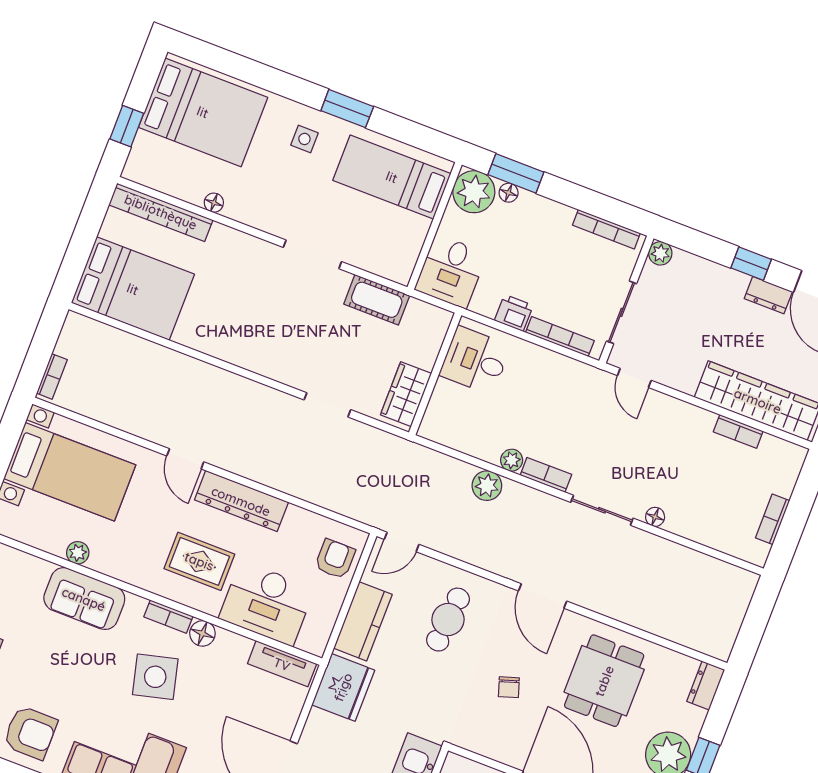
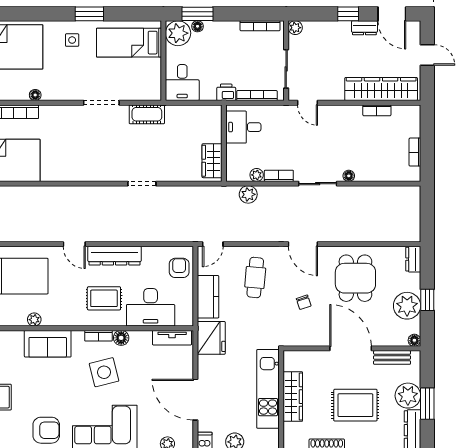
desk: (475, 360) -> (243, 127), moved
wall: (435, 374) -> (224, 143), moved
wardrobe: (406, 394) -> (212, 161), moved

